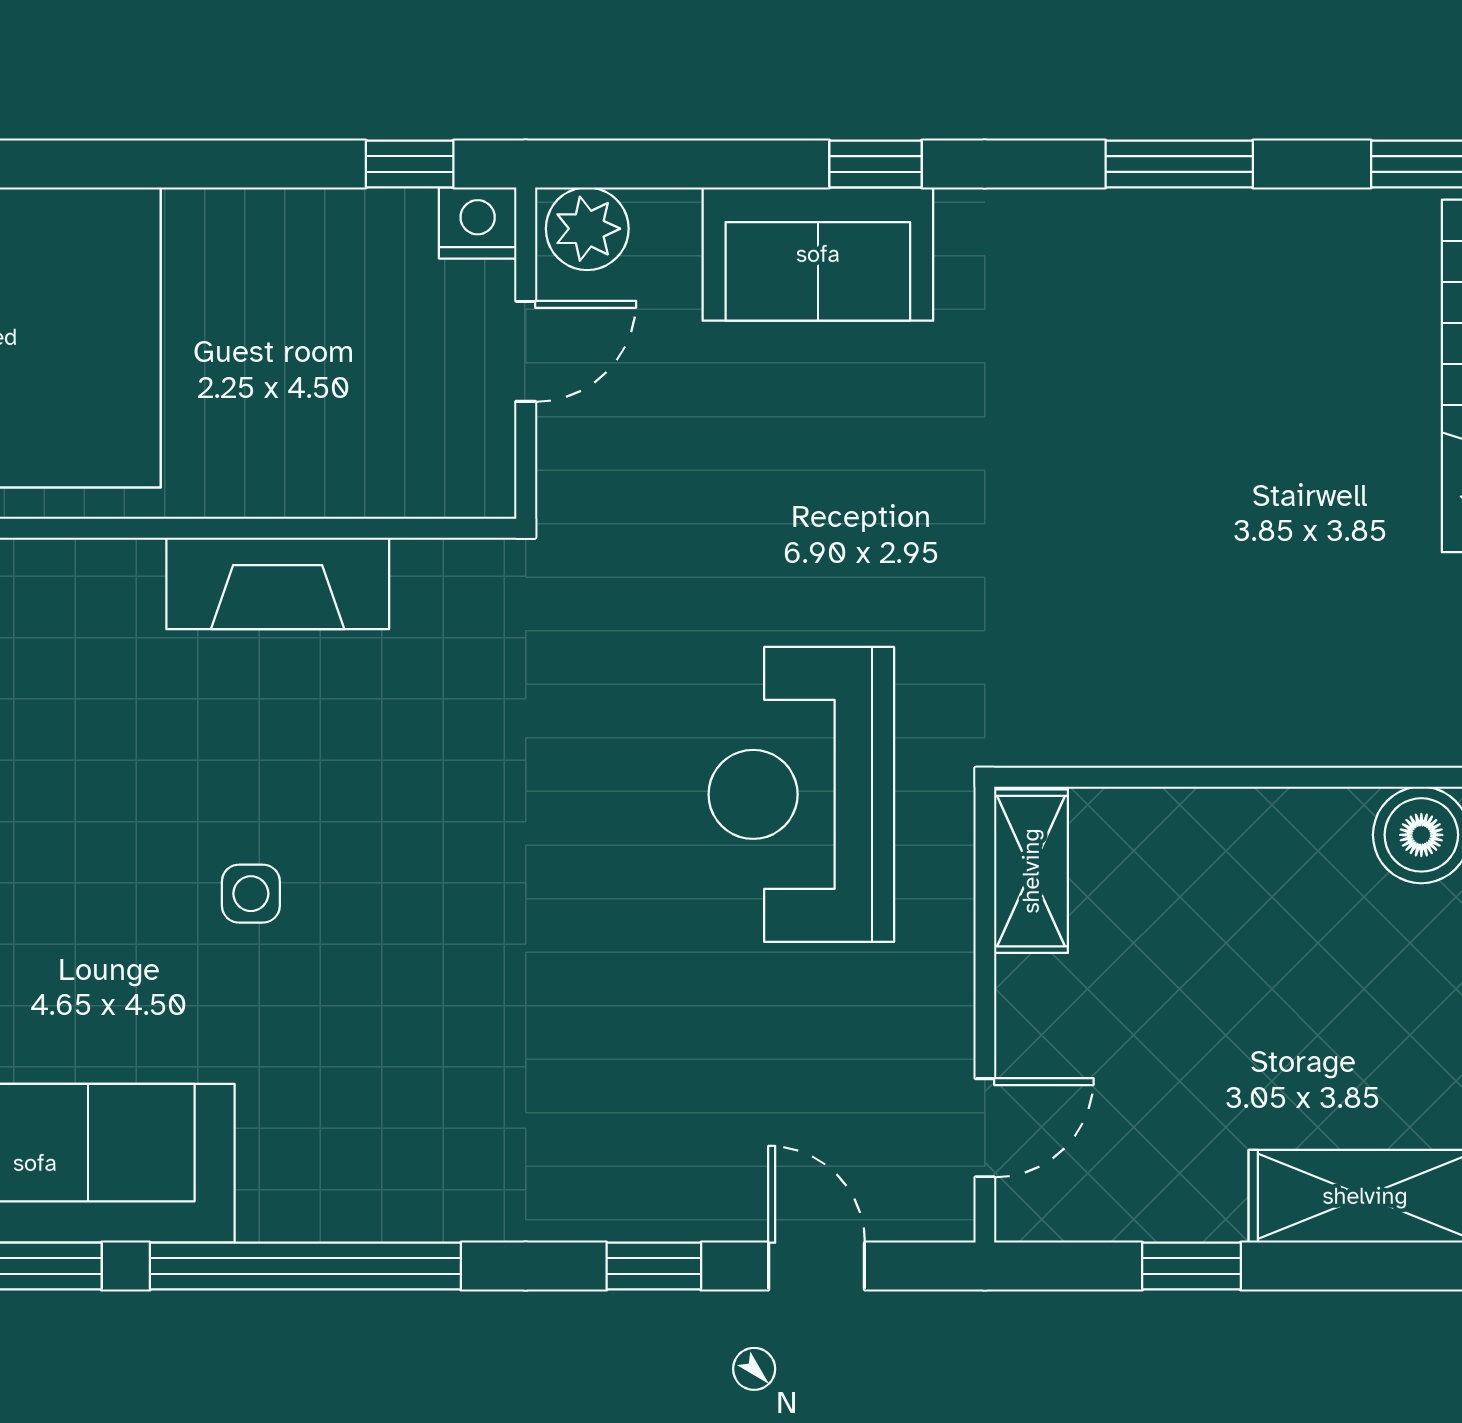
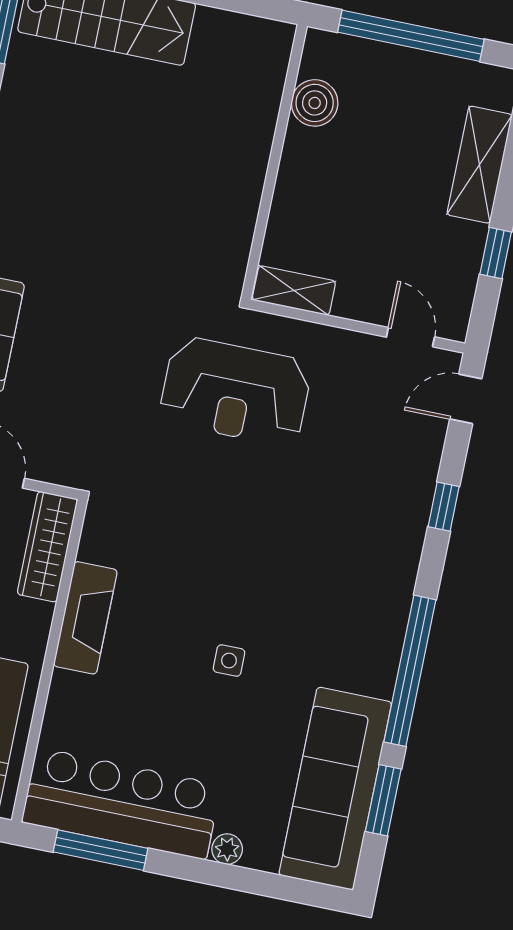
wardrobe: (407, 476) -> (47, 547), added
door: (817, 1266) -> (466, 399), moved

